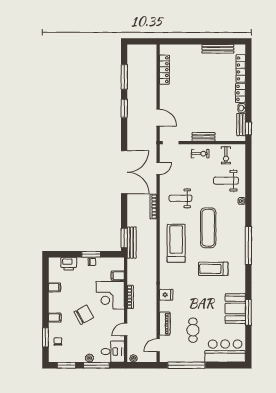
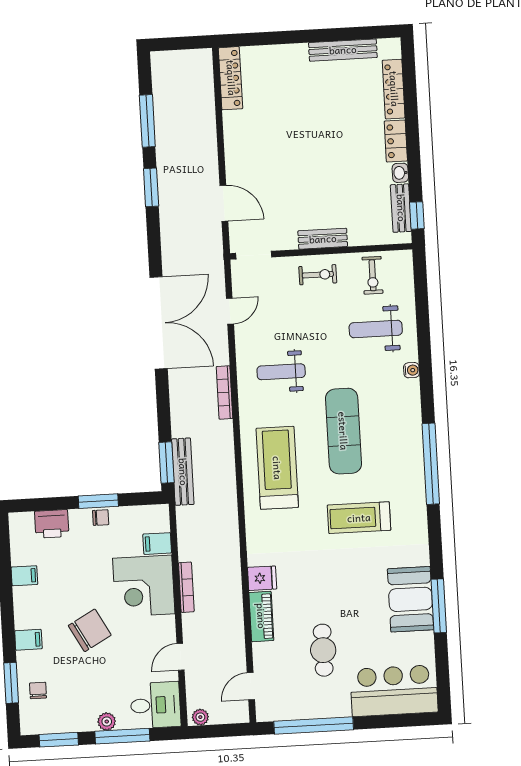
locker: (164, 70) -> (231, 78), moved
piano: (165, 324) -> (261, 616), moved

